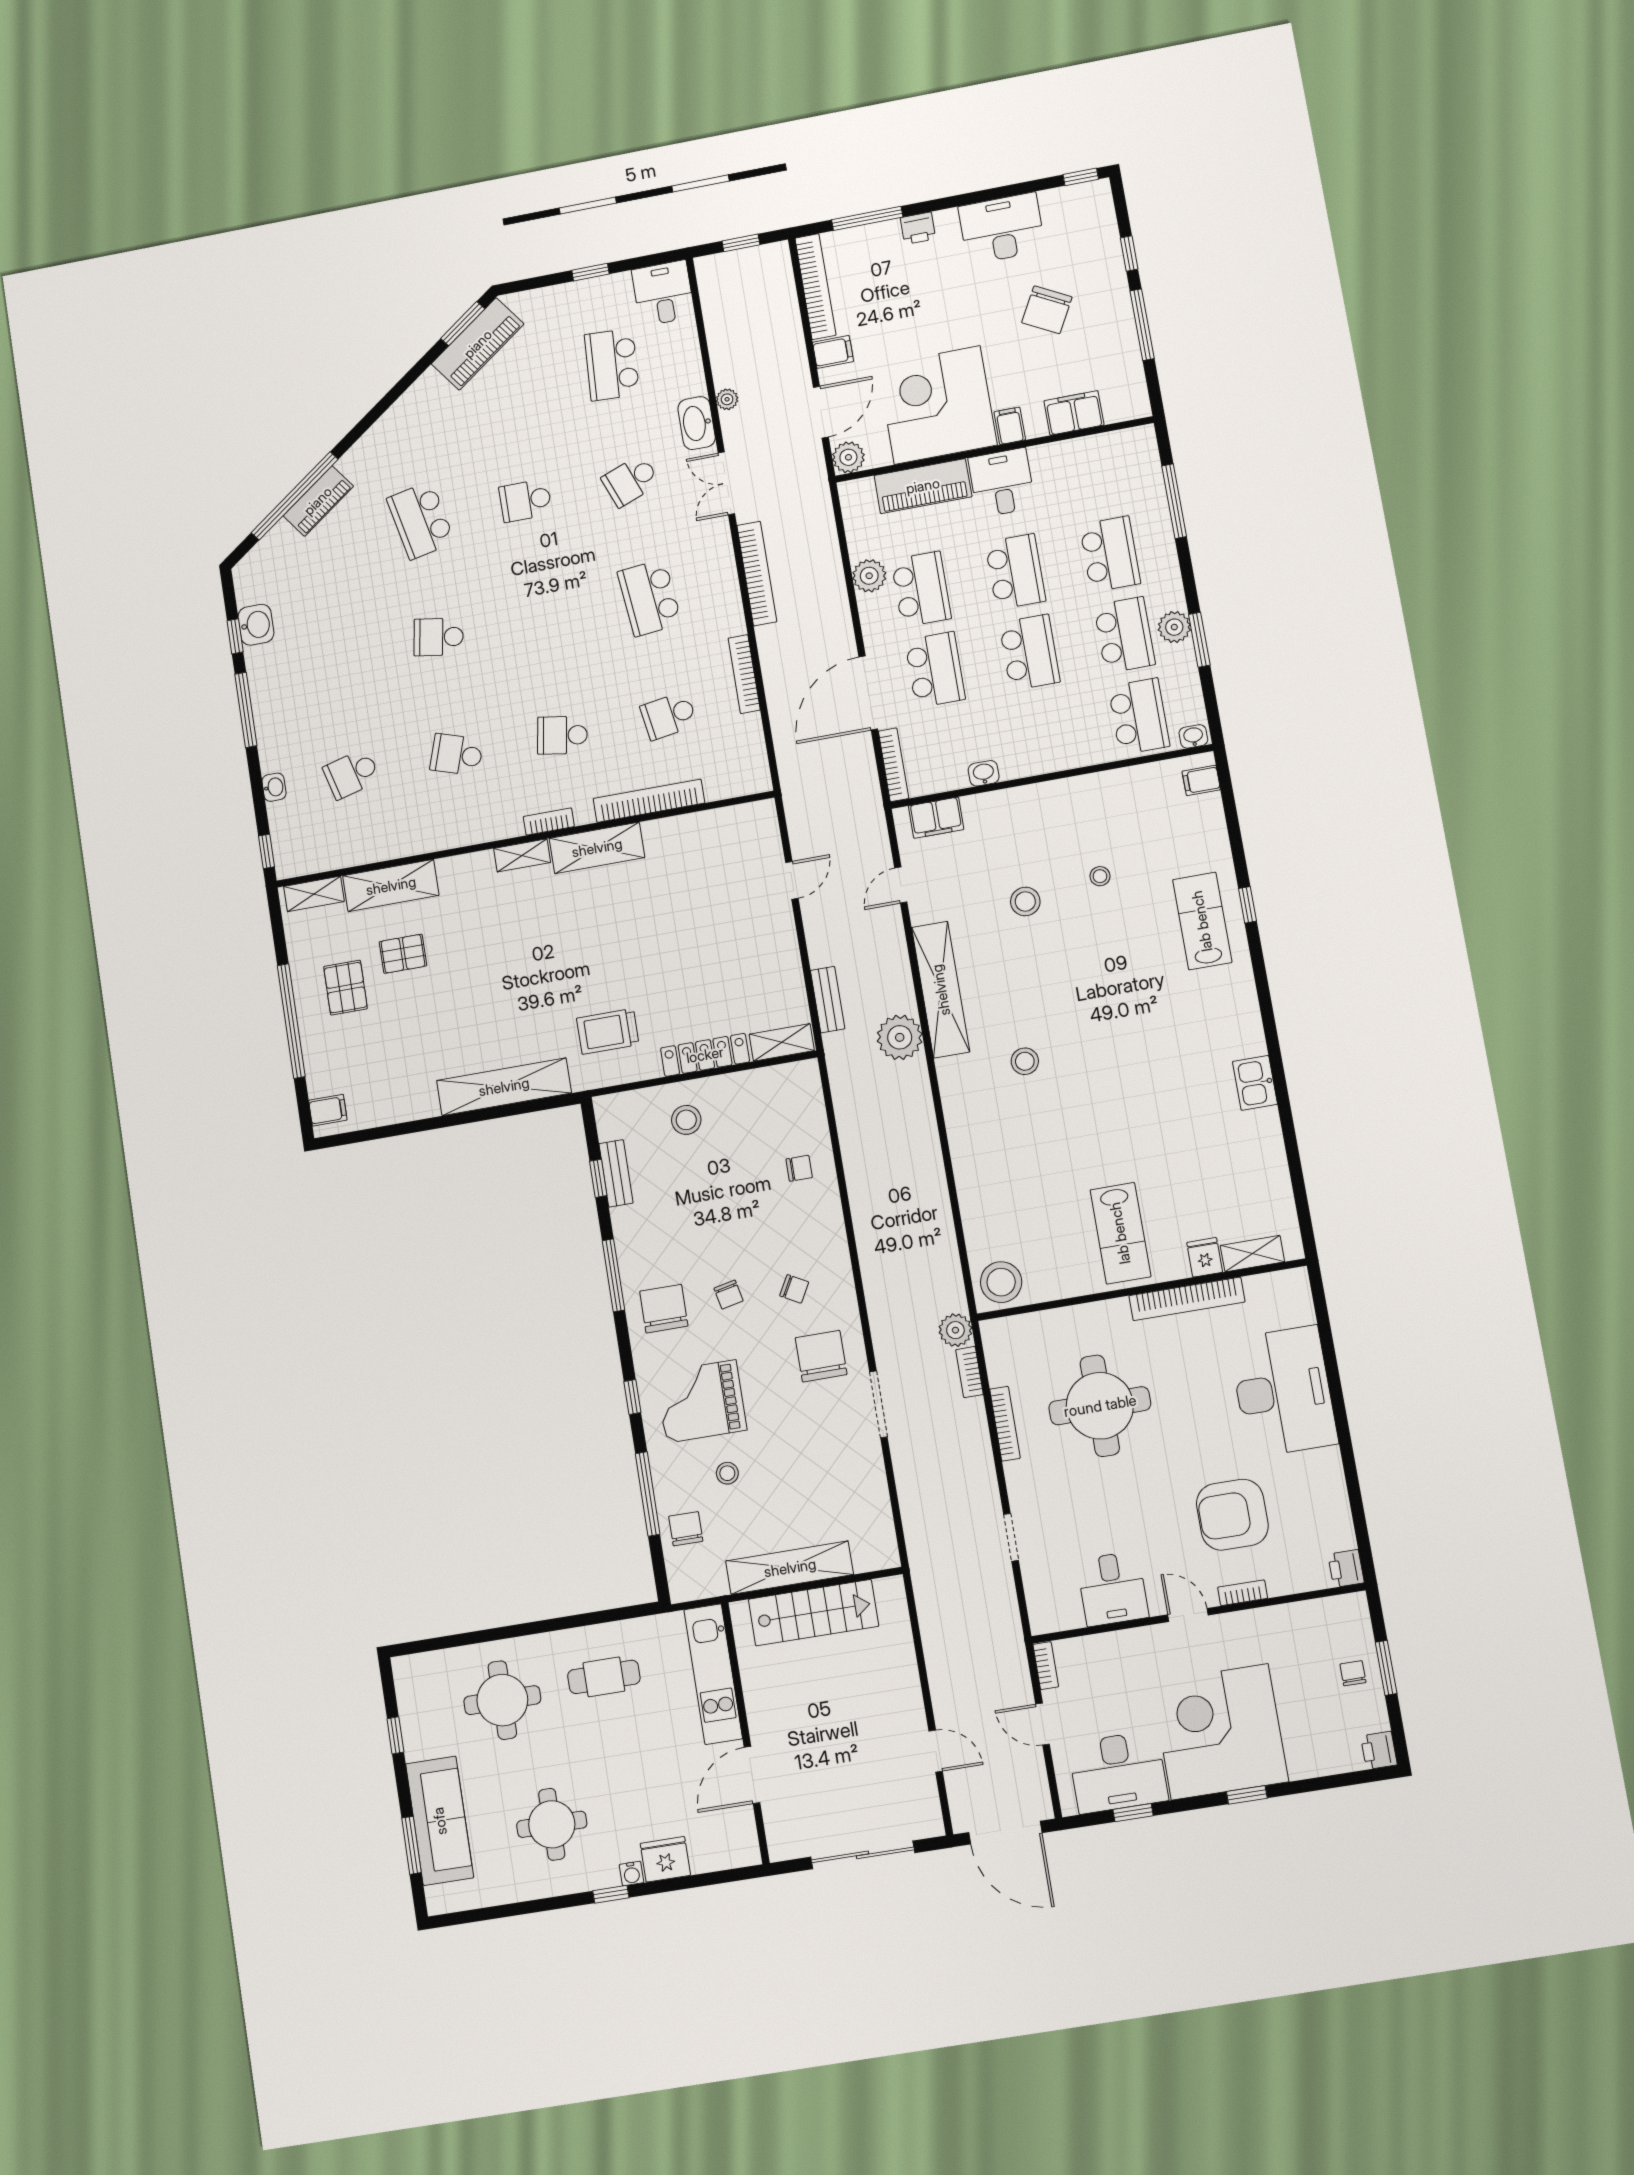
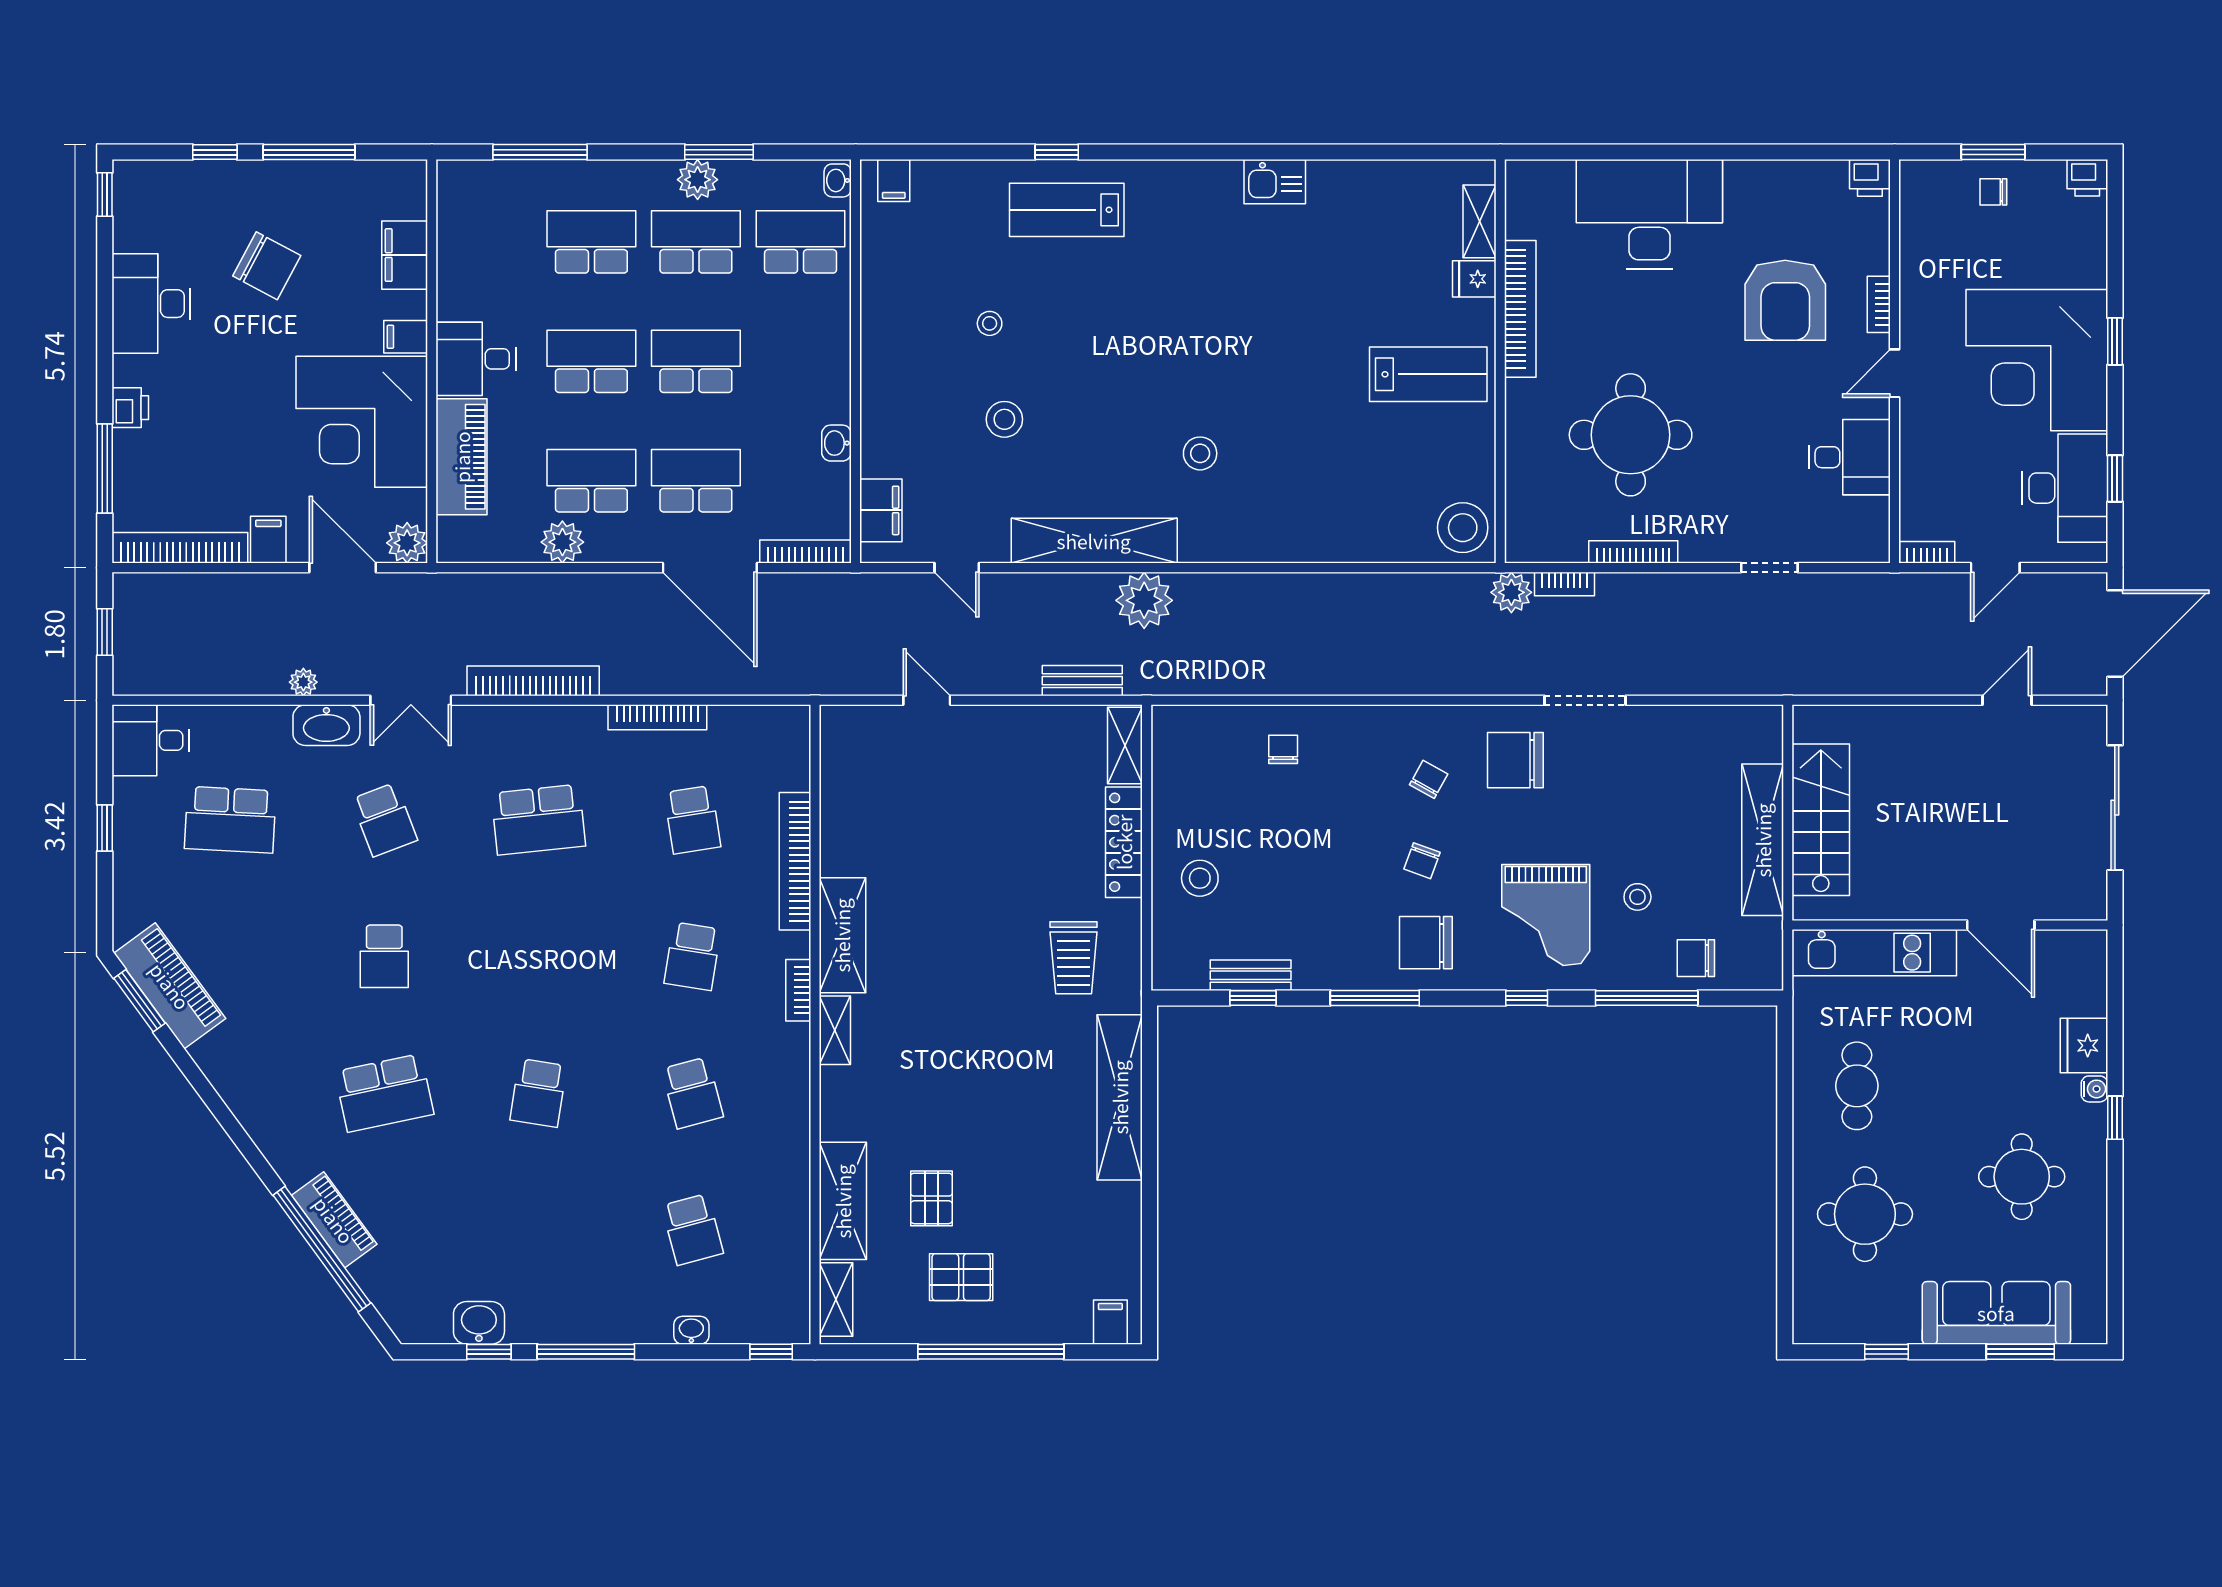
school desk: (457, 755) -> (692, 1093), turned -33
chair: (729, 1295) -> (1422, 861), turned 122

